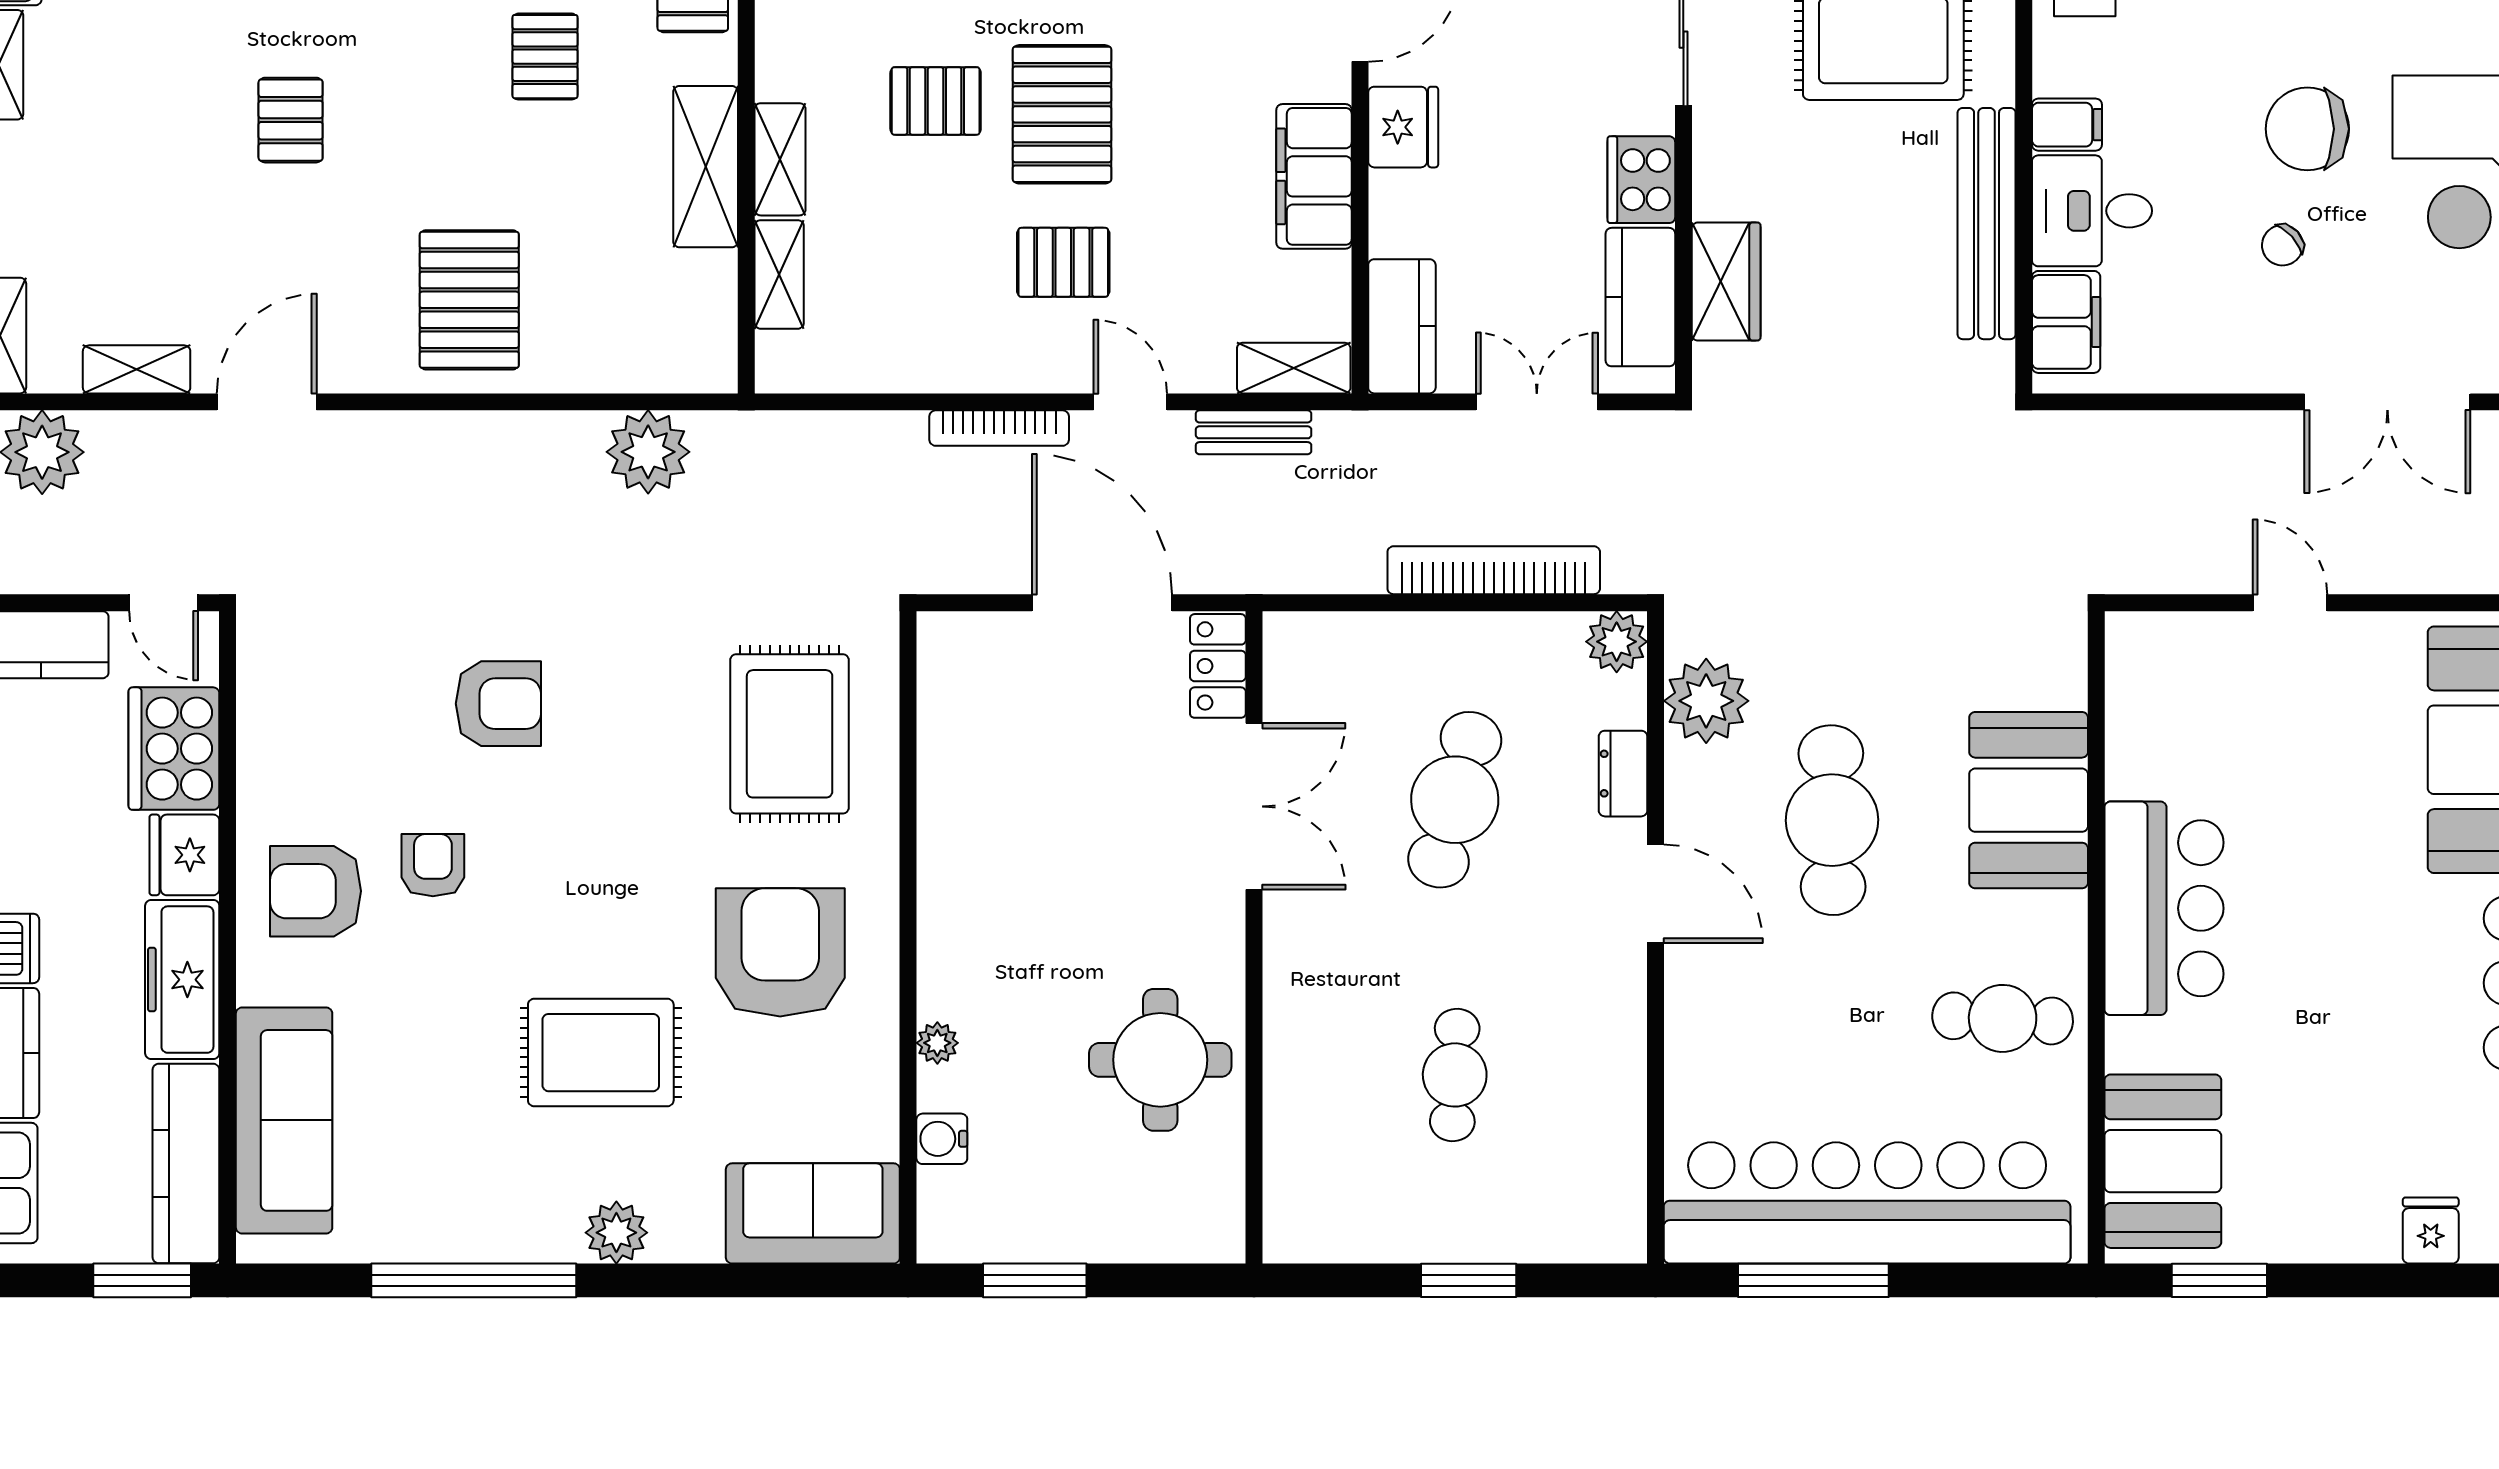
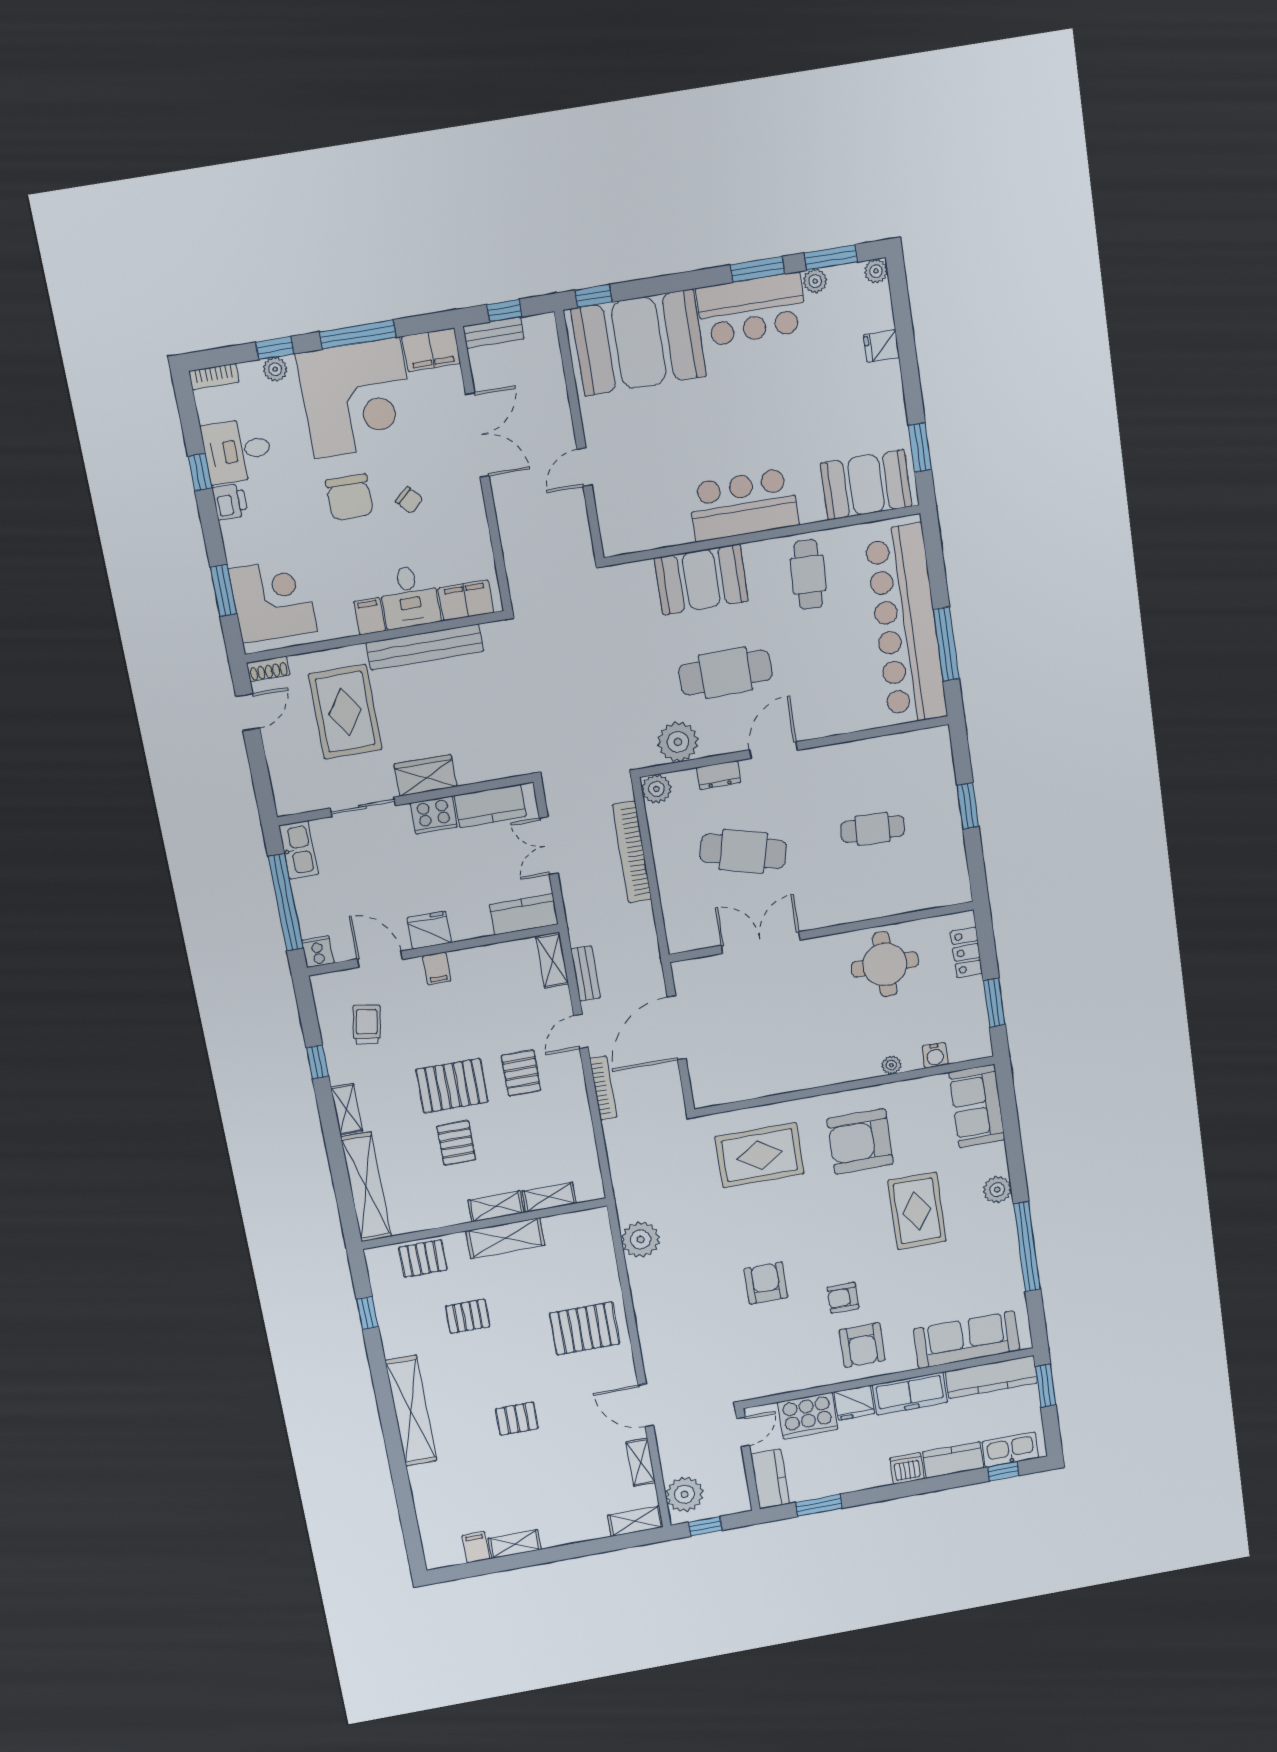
filing cabinet: (1314, 176) -> (437, 968), width x0.33, depth x0.86
wardrobe: (1726, 282) -> (425, 775), moved
locker: (1218, 666) -> (967, 952), moved, turned 90

